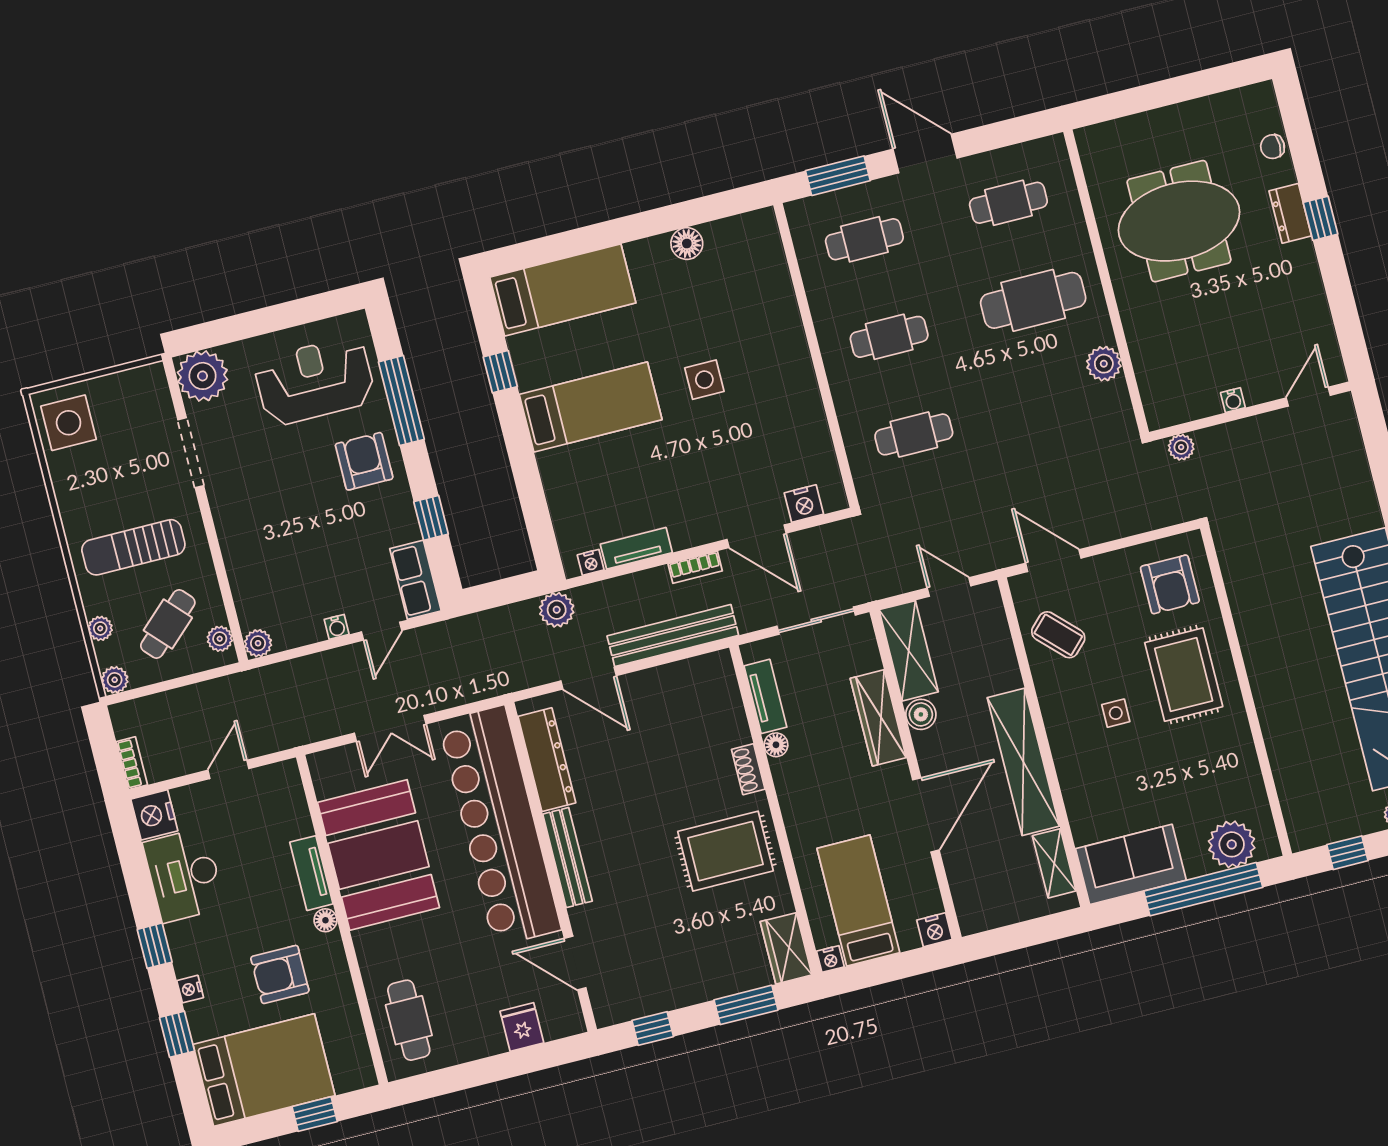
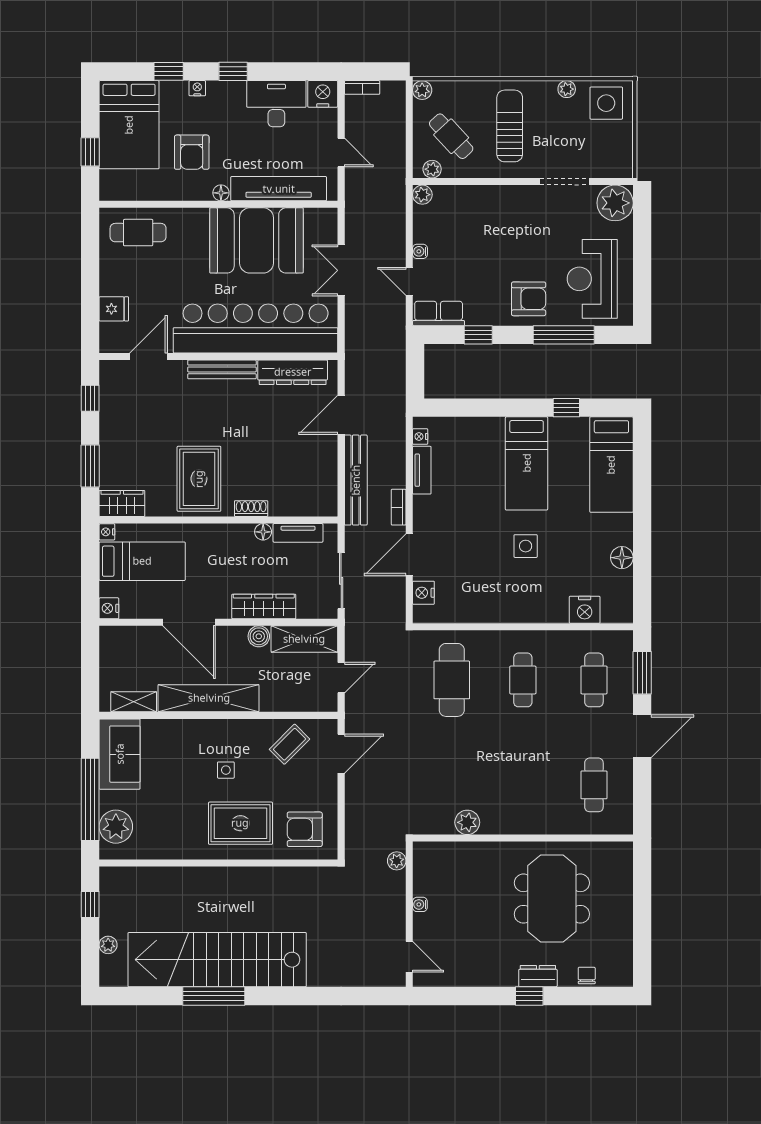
nightstand: (771, 276) -> (585, 610), added
cafe table: (1033, 300) -> (523, 785), removed
reception desk: (315, 381) -> (592, 279), turned 180
cafe table: (914, 434) -> (452, 680), width x1.37, depth x1.35
plant: (557, 610) -> (394, 405), removed
plant: (100, 628) -> (567, 89), moved
tv unit: (311, 873) -> (279, 189), width x1.92, depth x1.29
armchair: (280, 974) -> (192, 152), turned 180

